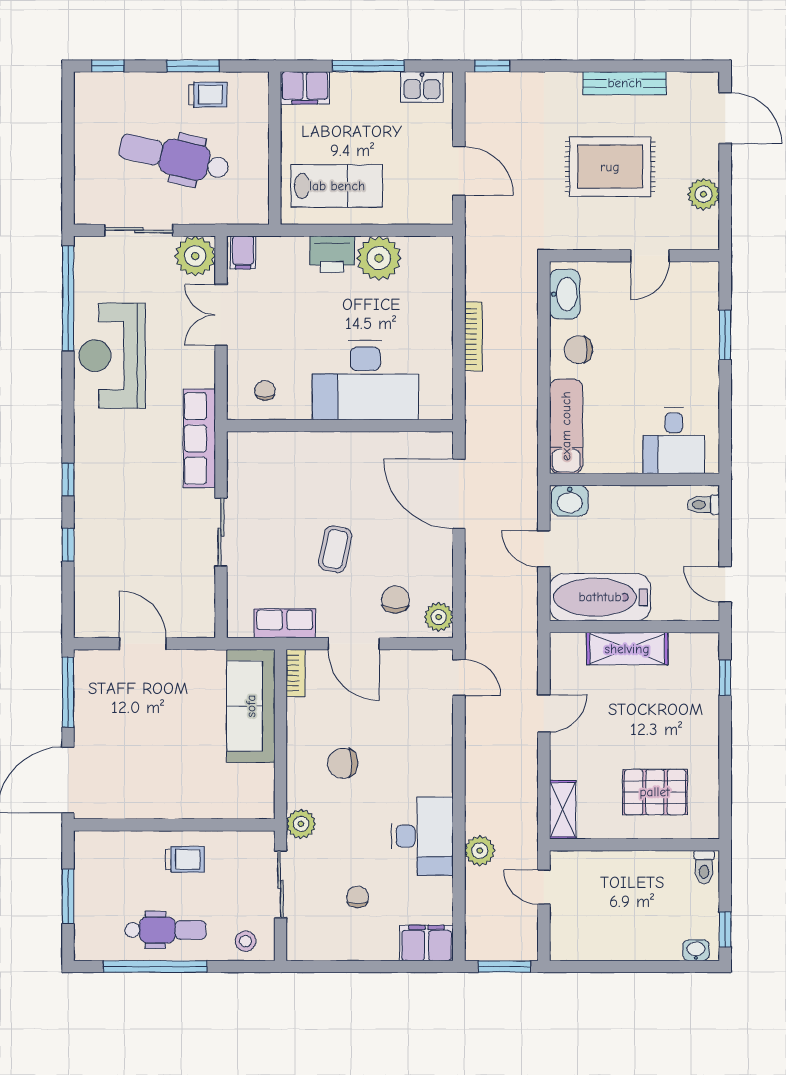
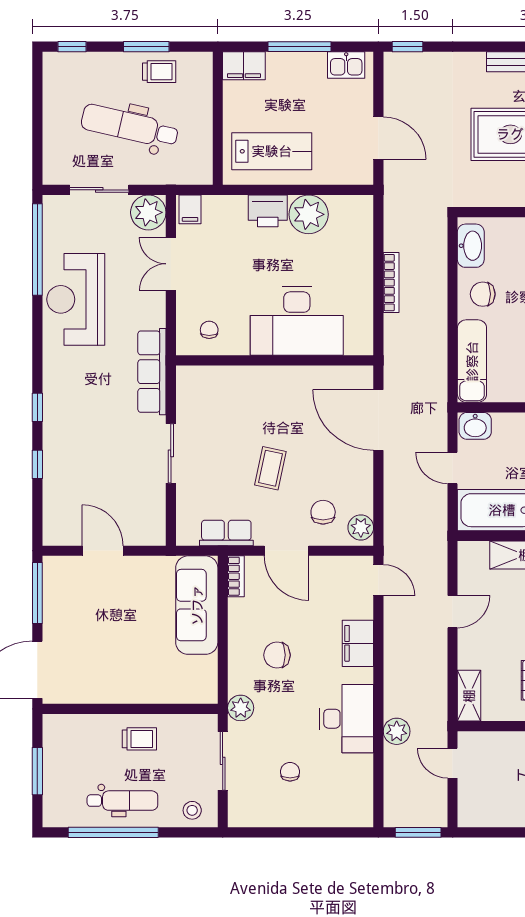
filing cabinet: (427, 943) -> (358, 643), moved, turned -90

